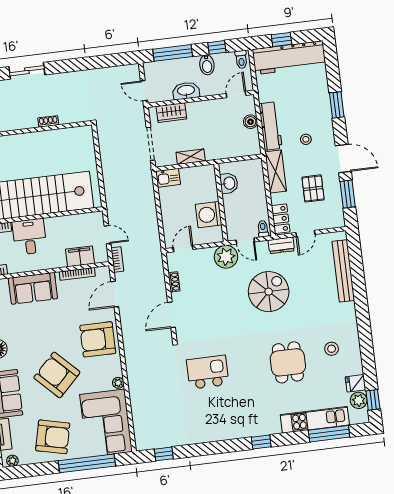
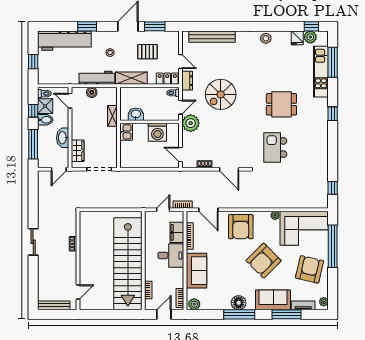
workbench: (289, 58) -> (64, 41), moved, turned 90
shower: (225, 62) -> (45, 106), added
sliding door: (27, 71) -> (33, 242), moved
shelving: (191, 157) -> (112, 116), moved
kitchen sink: (168, 178) -> (126, 132), moved
desk: (29, 237) -> (171, 255), moved, turned 180
spiral stairs: (269, 292) -> (221, 94), turned -90
stool: (332, 349) -> (266, 38), moved
dining table: (288, 362) -> (281, 104), moved

